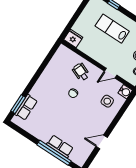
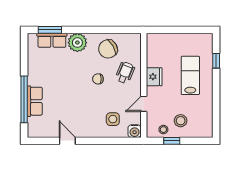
fridge: (73, 38) -> (154, 77), moved
chair: (57, 73) -> (108, 49), added
door: (111, 73) -> (144, 104), hinge flipped
plant: (39, 91) -> (77, 43), added

